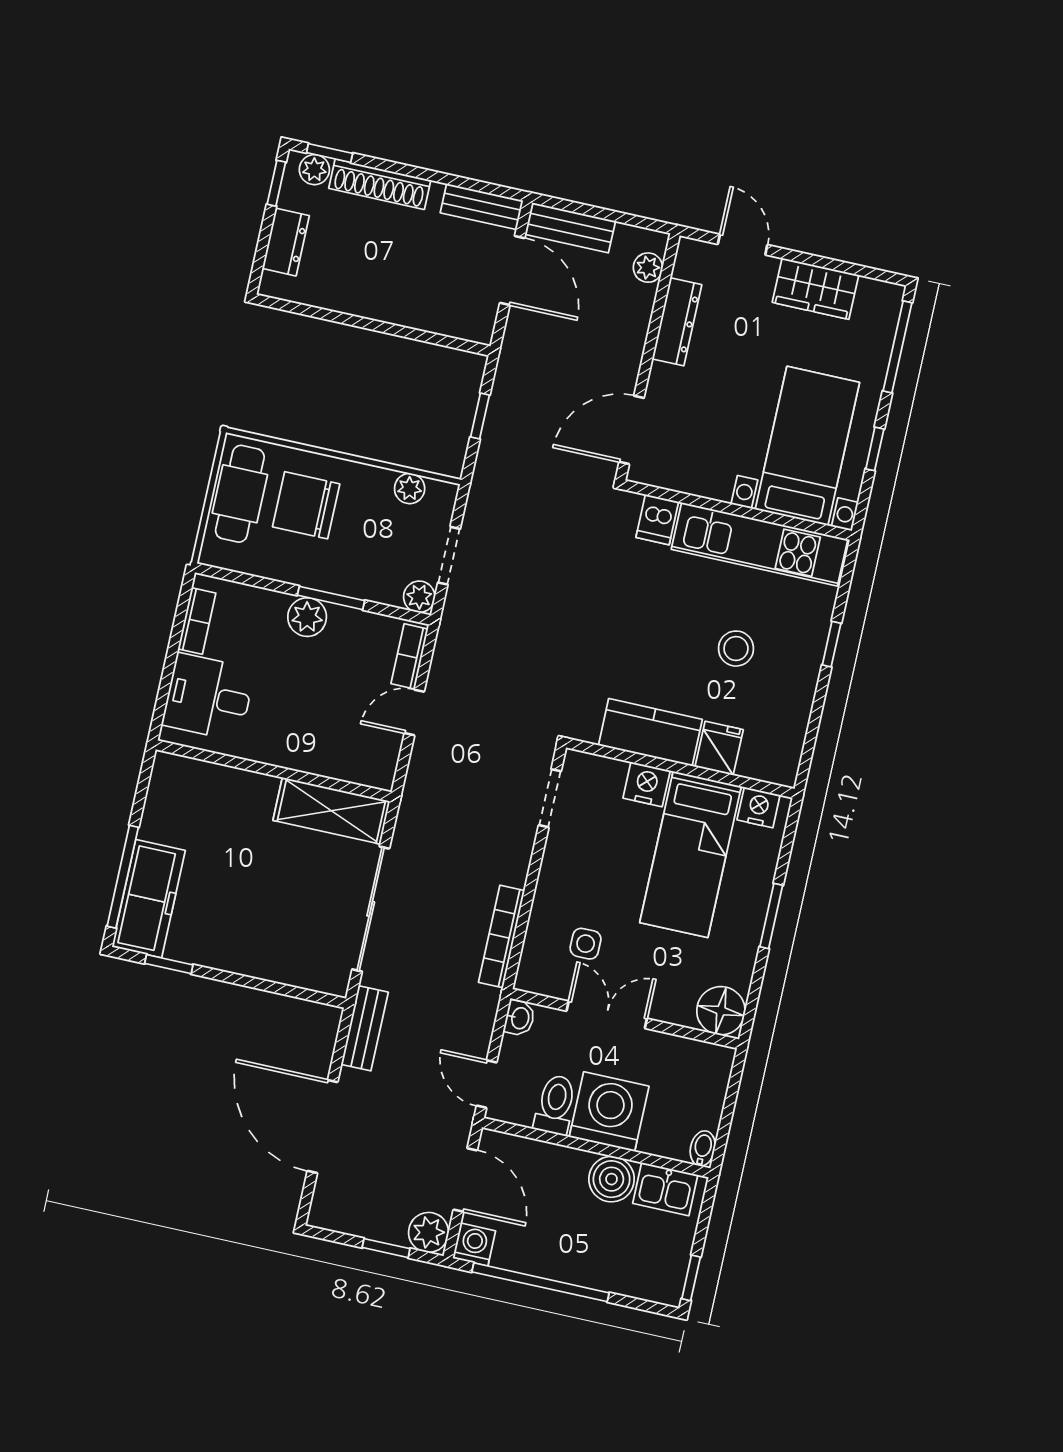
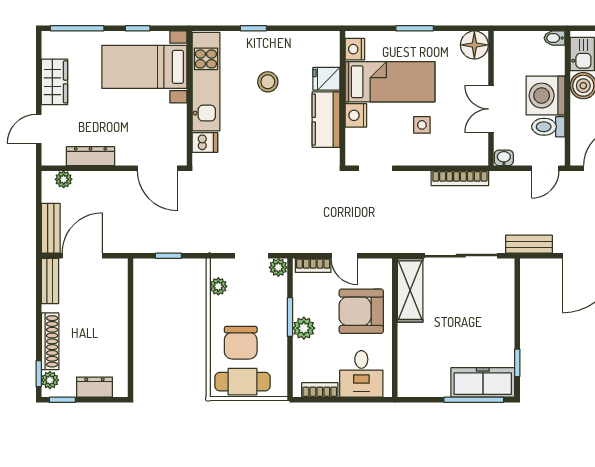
armchair: (314, 720) -> (361, 311), added
side table: (586, 944) -> (422, 125), moved

